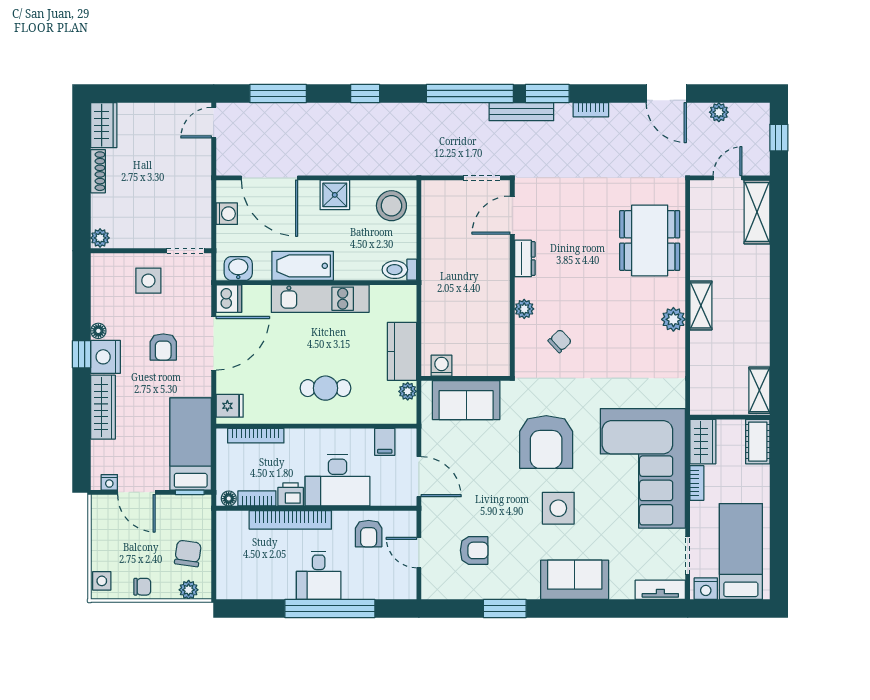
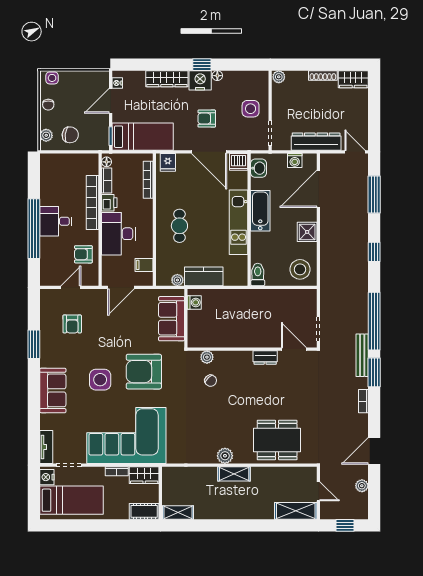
dresser: (198, 181) -> (316, 142), added
plant: (524, 309) -> (207, 357), moved

